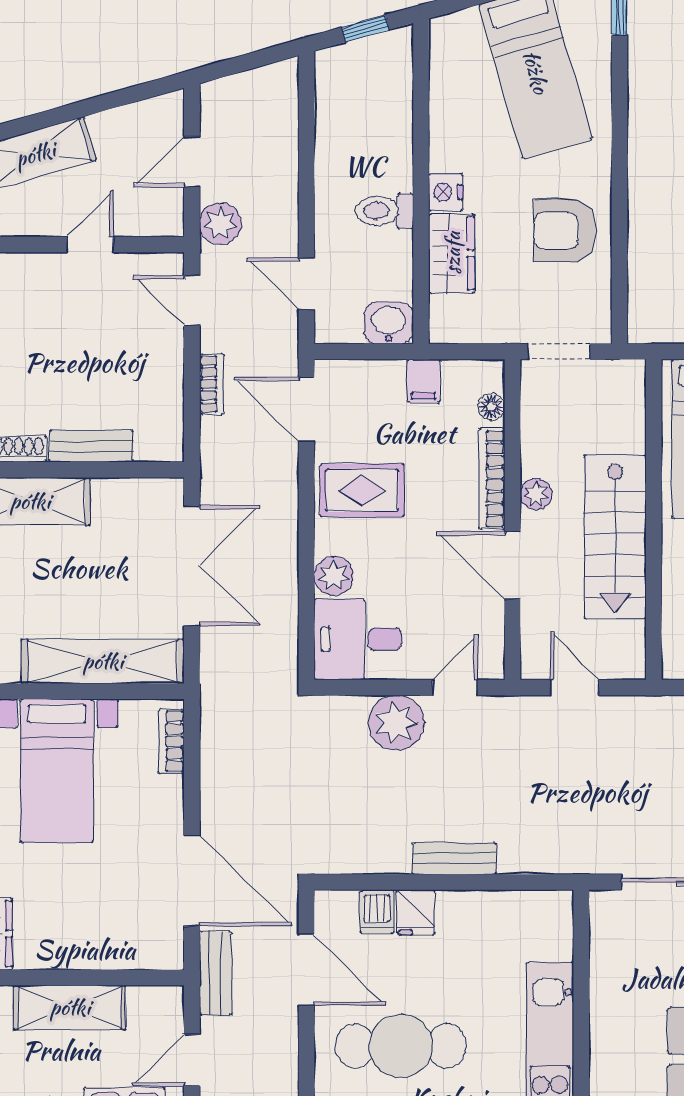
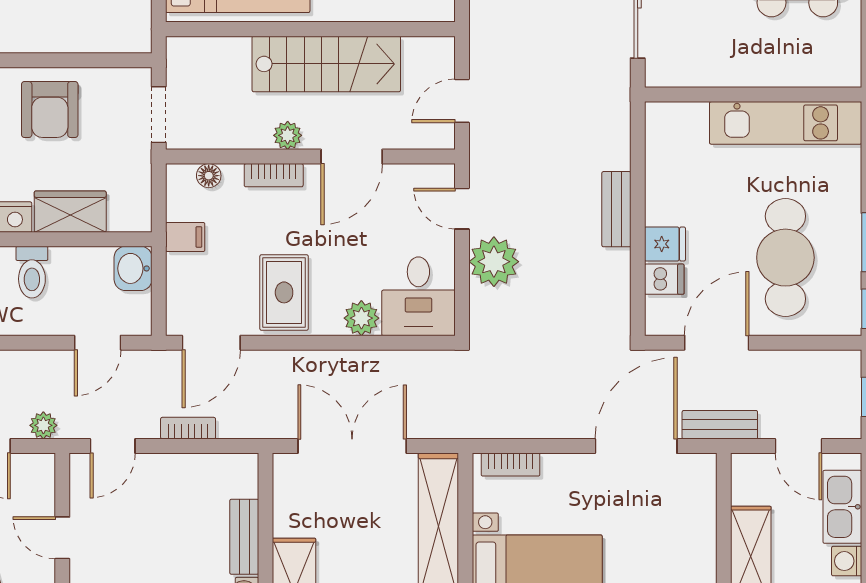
plant: (220, 224) -> (43, 425), width x0.73, depth x0.73
bookcase: (492, 479) -> (274, 175), width x0.64

